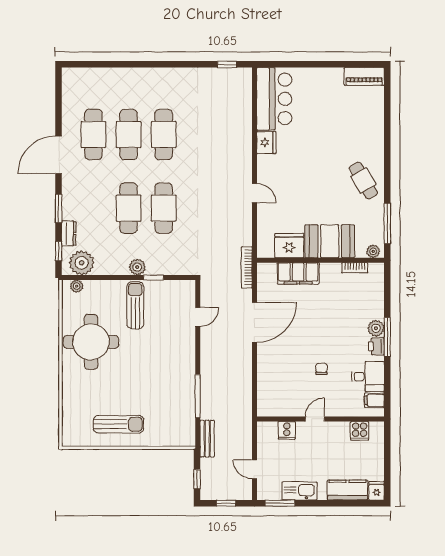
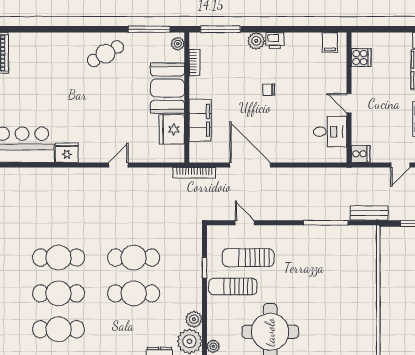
plant: (137, 267) -> (194, 319), moved
window: (387, 337) -> (220, 29), moved
chair: (321, 369) -> (269, 90), moved
desk: (368, 377) -> (330, 132), moved, turned 90
sun lounger: (119, 424) -> (248, 258), moved, turned -90
cooker: (287, 430) -> (361, 154), moved

